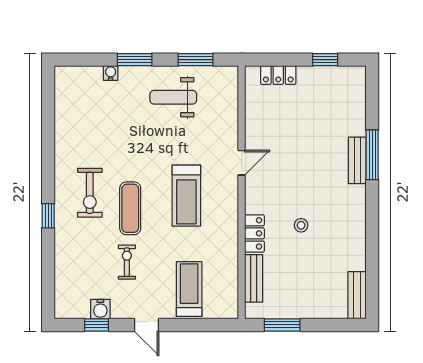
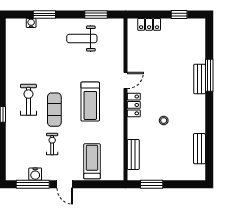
window: (135, 60) -> (44, 14), moved
water cooler: (111, 73) -> (31, 23), moved
exercise bike: (90, 193) -> (28, 100), turned 180
locker: (254, 233) -> (134, 105), moved
bench: (357, 295) -> (199, 149), moved
window: (96, 325) -> (33, 184), width x2.17

